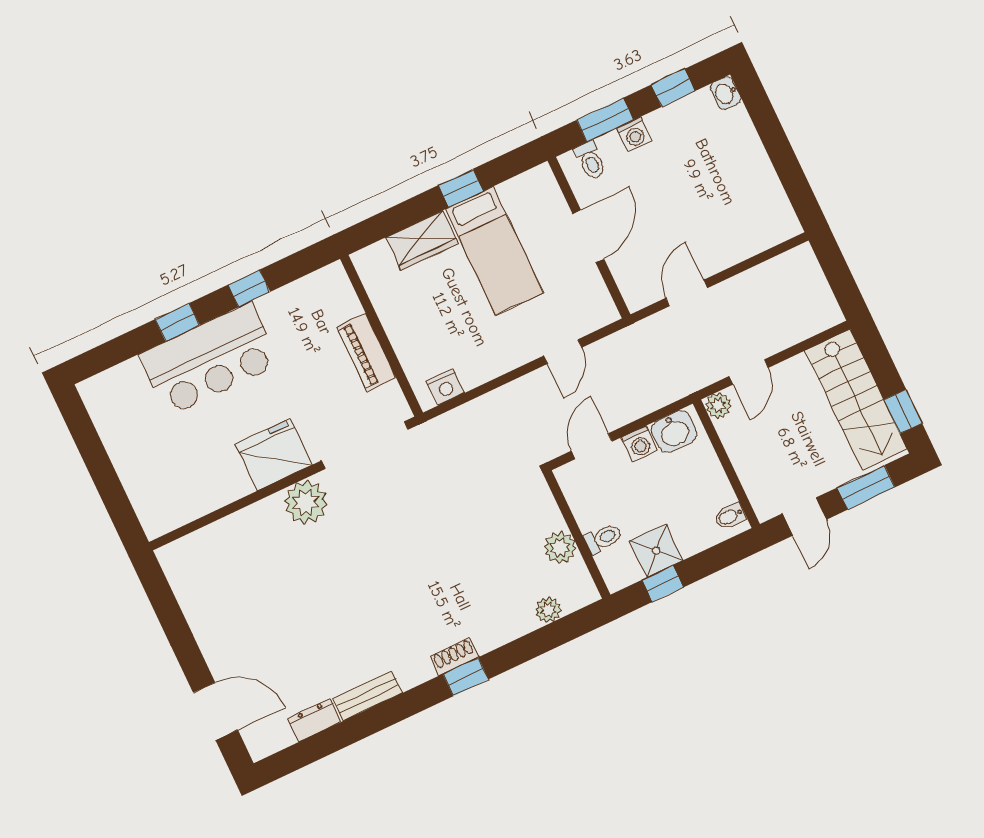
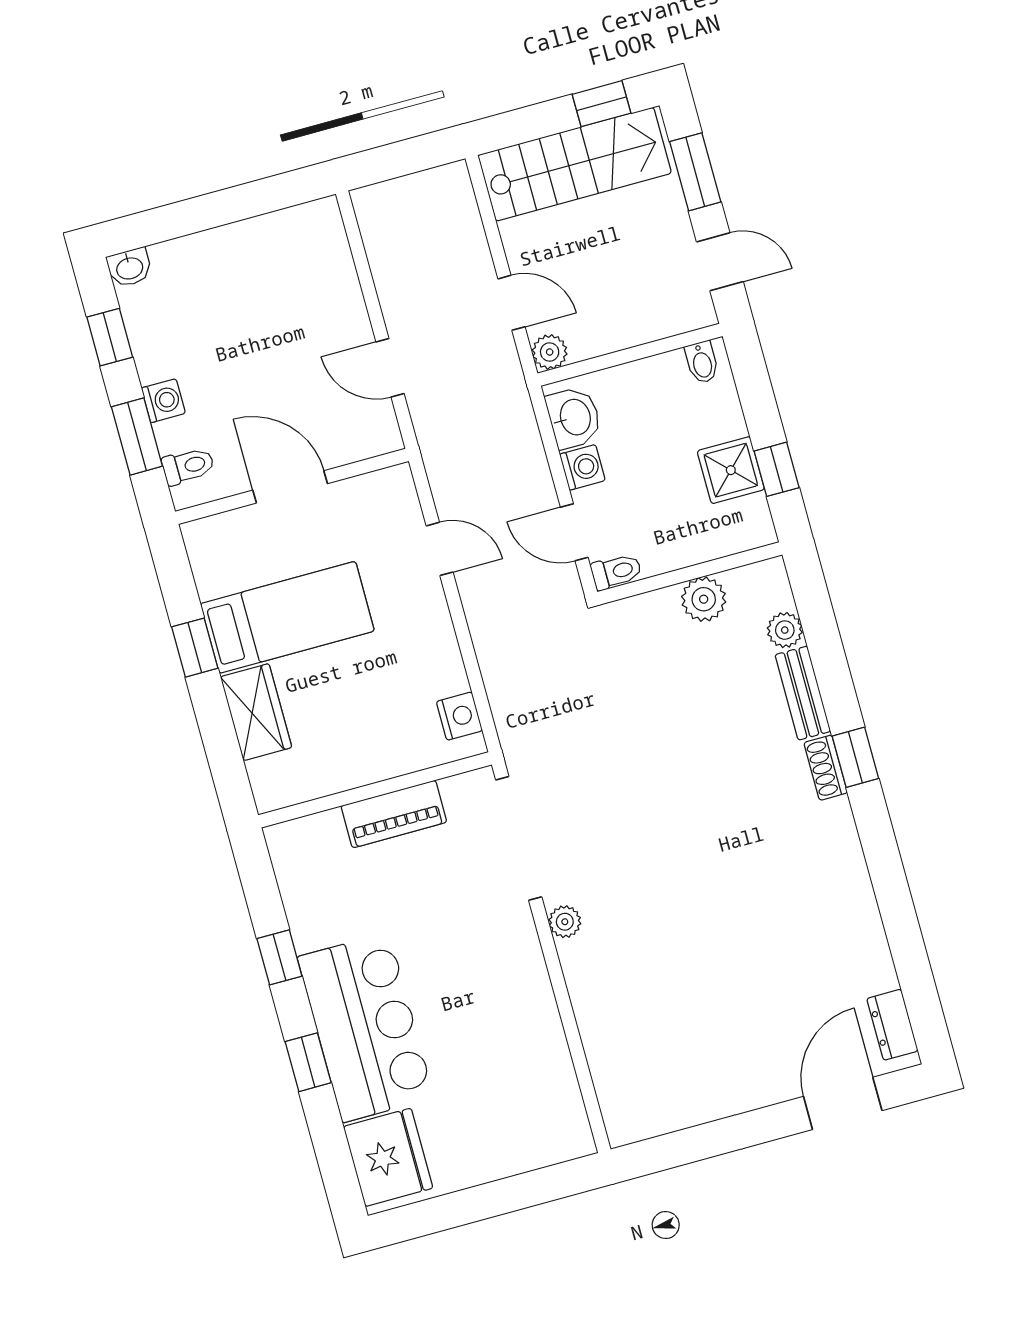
fridge: (274, 455) -> (388, 1157), moved, turned 180
plant: (306, 502) -> (565, 922), width x0.53, depth x0.53
toilet: (603, 538) -> (616, 572), moved, turned 90
bench: (367, 696) -> (803, 693), moved
dresser: (314, 720) -> (892, 1025), moved

